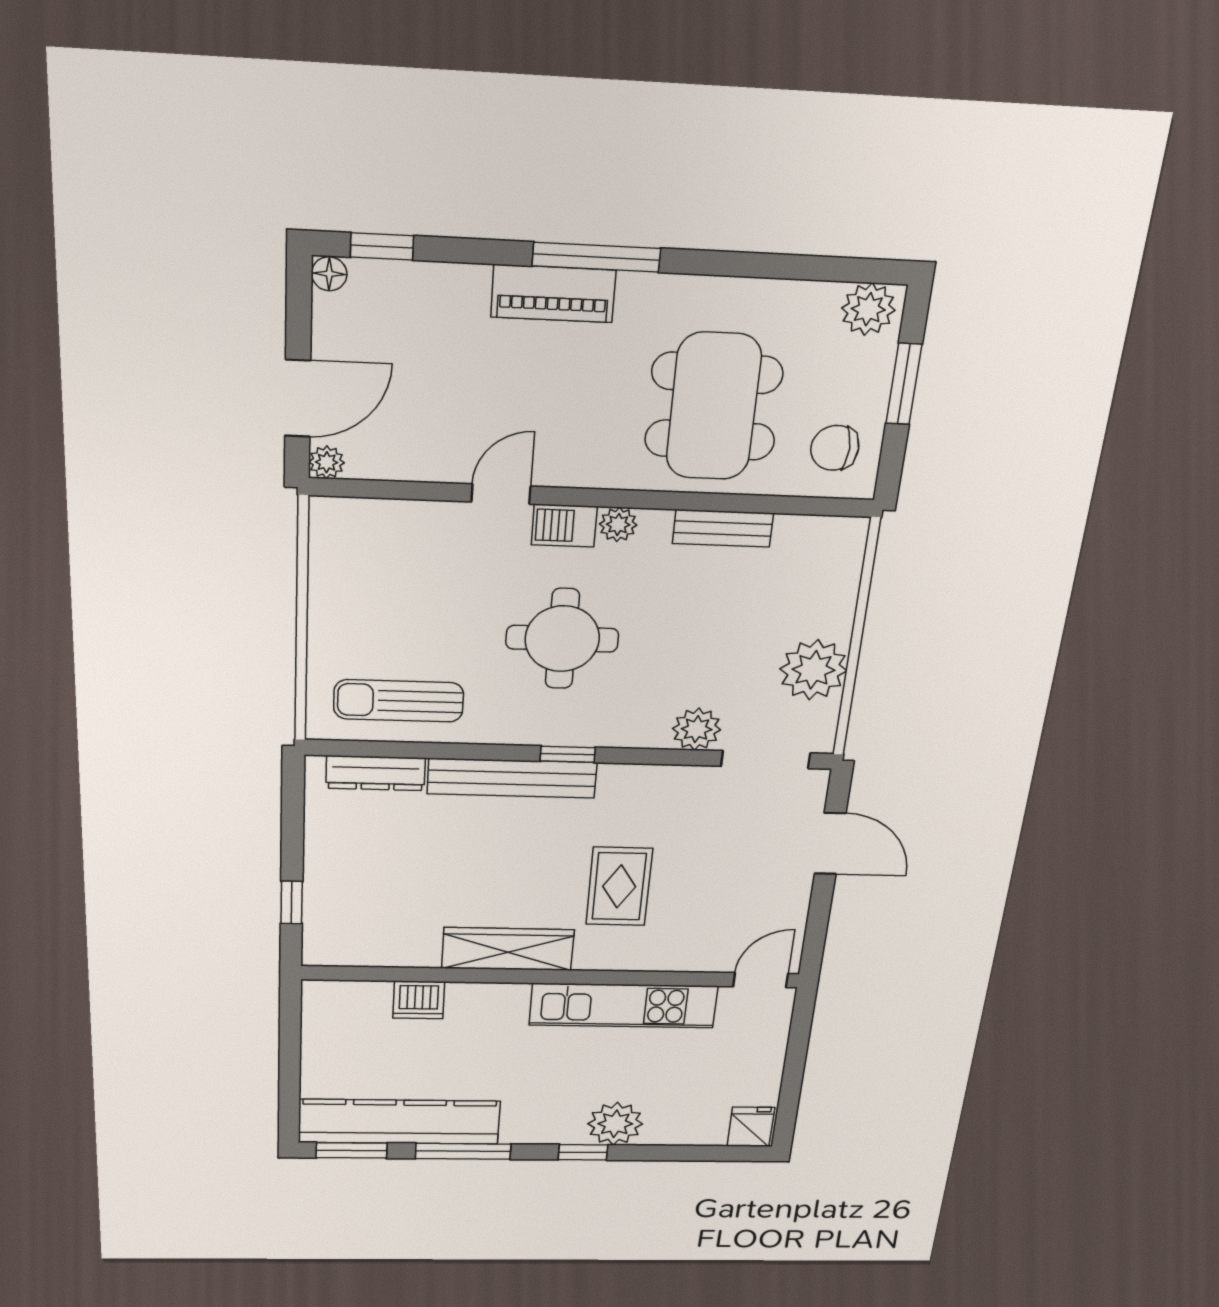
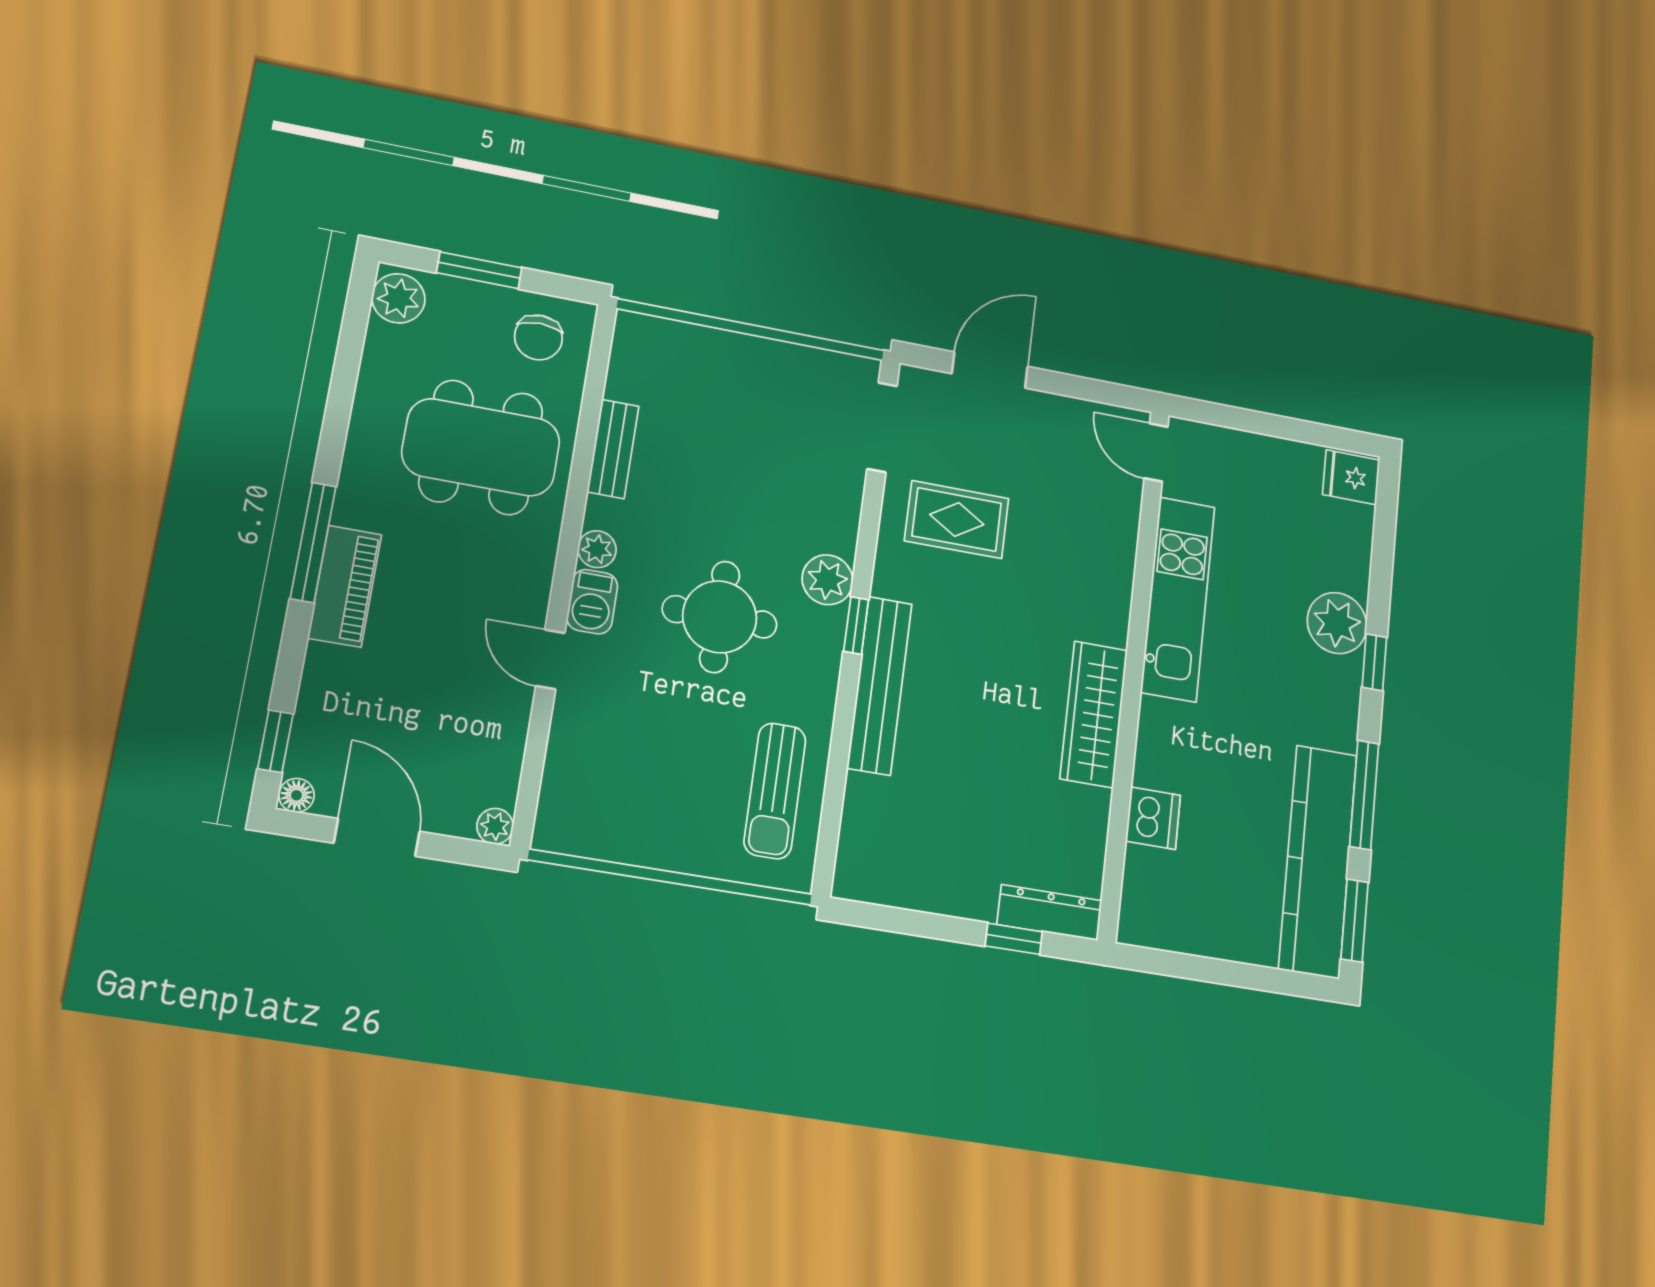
door: (298, 398) -> (377, 837), moved
plant: (813, 670) -> (782, 373), removed
plant: (697, 729) -> (827, 580), moved
dresser: (376, 773) -> (1049, 913), moved, turned -90
rug: (619, 886) -> (957, 520), moved

